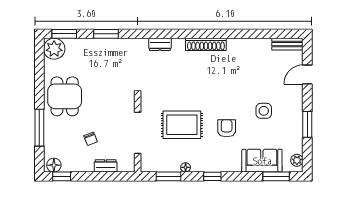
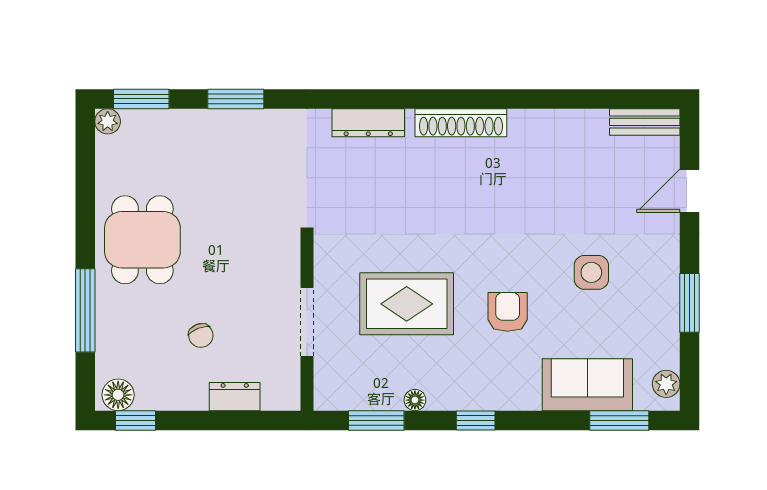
dresser: (160, 44) -> (368, 123), width x1.44
plant: (54, 49) -> (108, 121), width x0.53, depth x0.53
doorway: (138, 133) -> (307, 322), width x0.73

